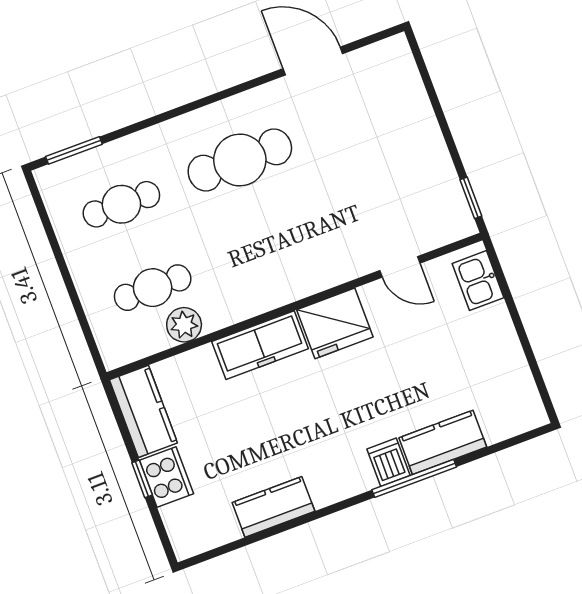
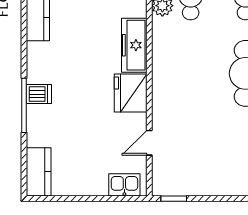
kitchen counter: (443, 442) -> (39, 172), moved

